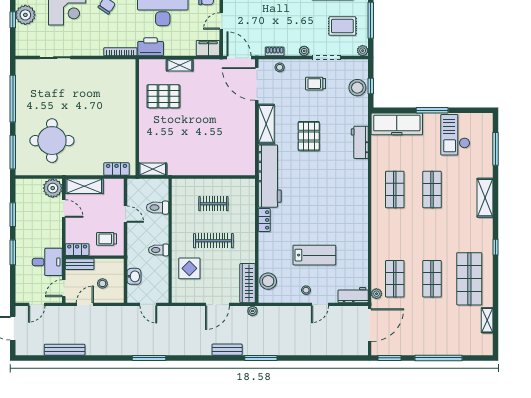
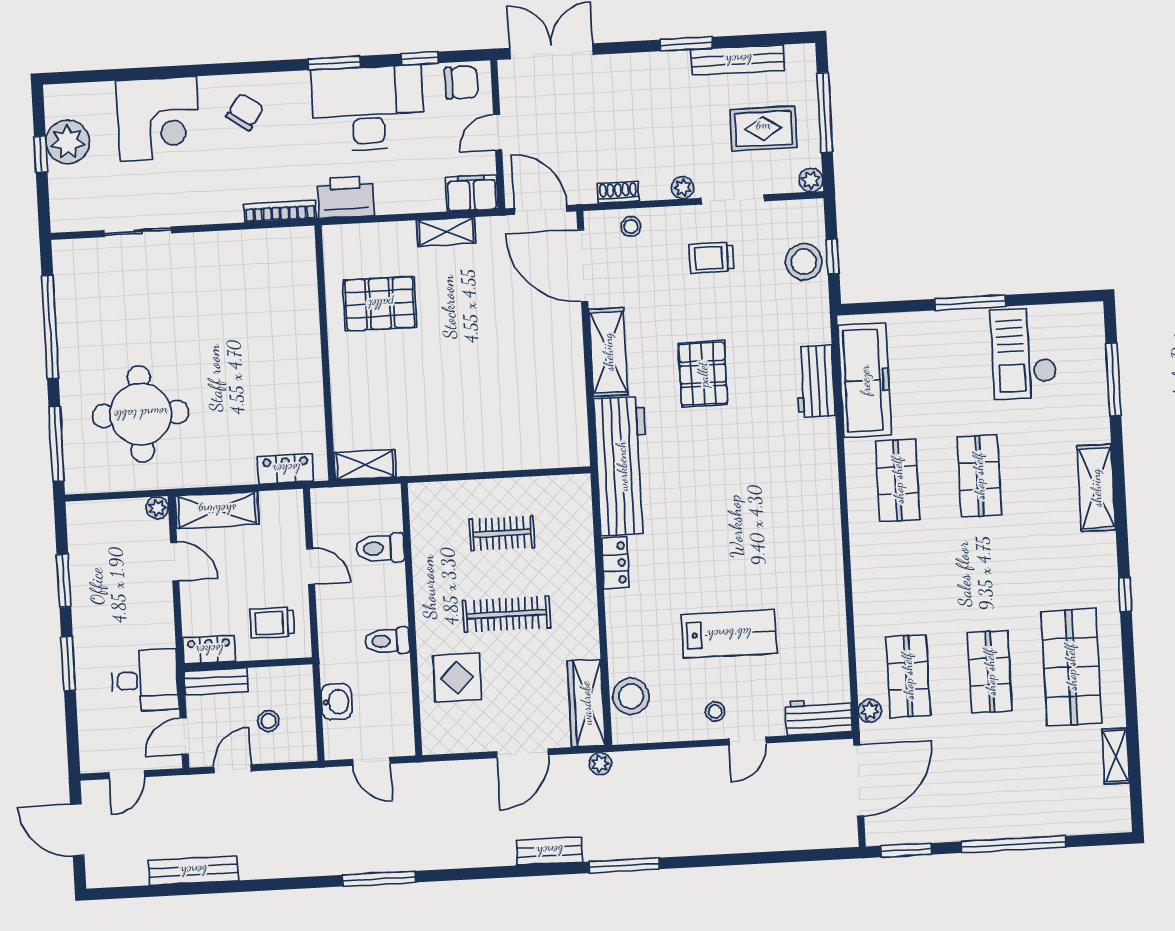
shelving: (180, 65) -> (446, 232), moved
freezer: (397, 124) -> (865, 380), moved, turned -90
plant: (53, 188) -> (157, 508), width x0.53, depth x0.53

